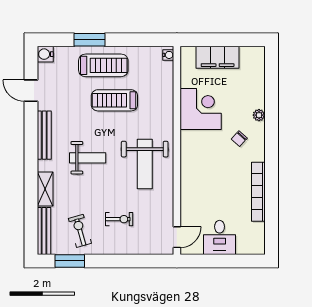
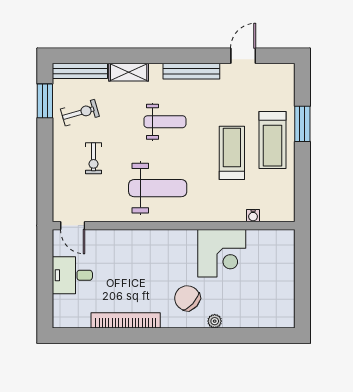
water cooler: (45, 54) -> (286, 72), removed
water cooler: (168, 55) -> (253, 216), moved
filing cabinet: (218, 57) -> (282, 273), removed
chair: (239, 139) -> (187, 298), width x1.87, depth x1.87
weight bench: (88, 158) -> (165, 122), turned -90
weight bench: (145, 164) -> (158, 188), turned 180

